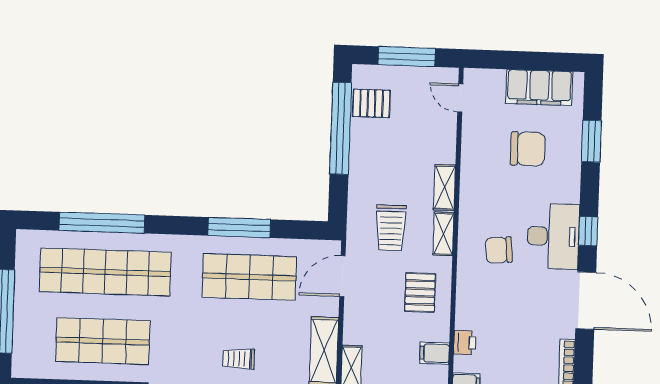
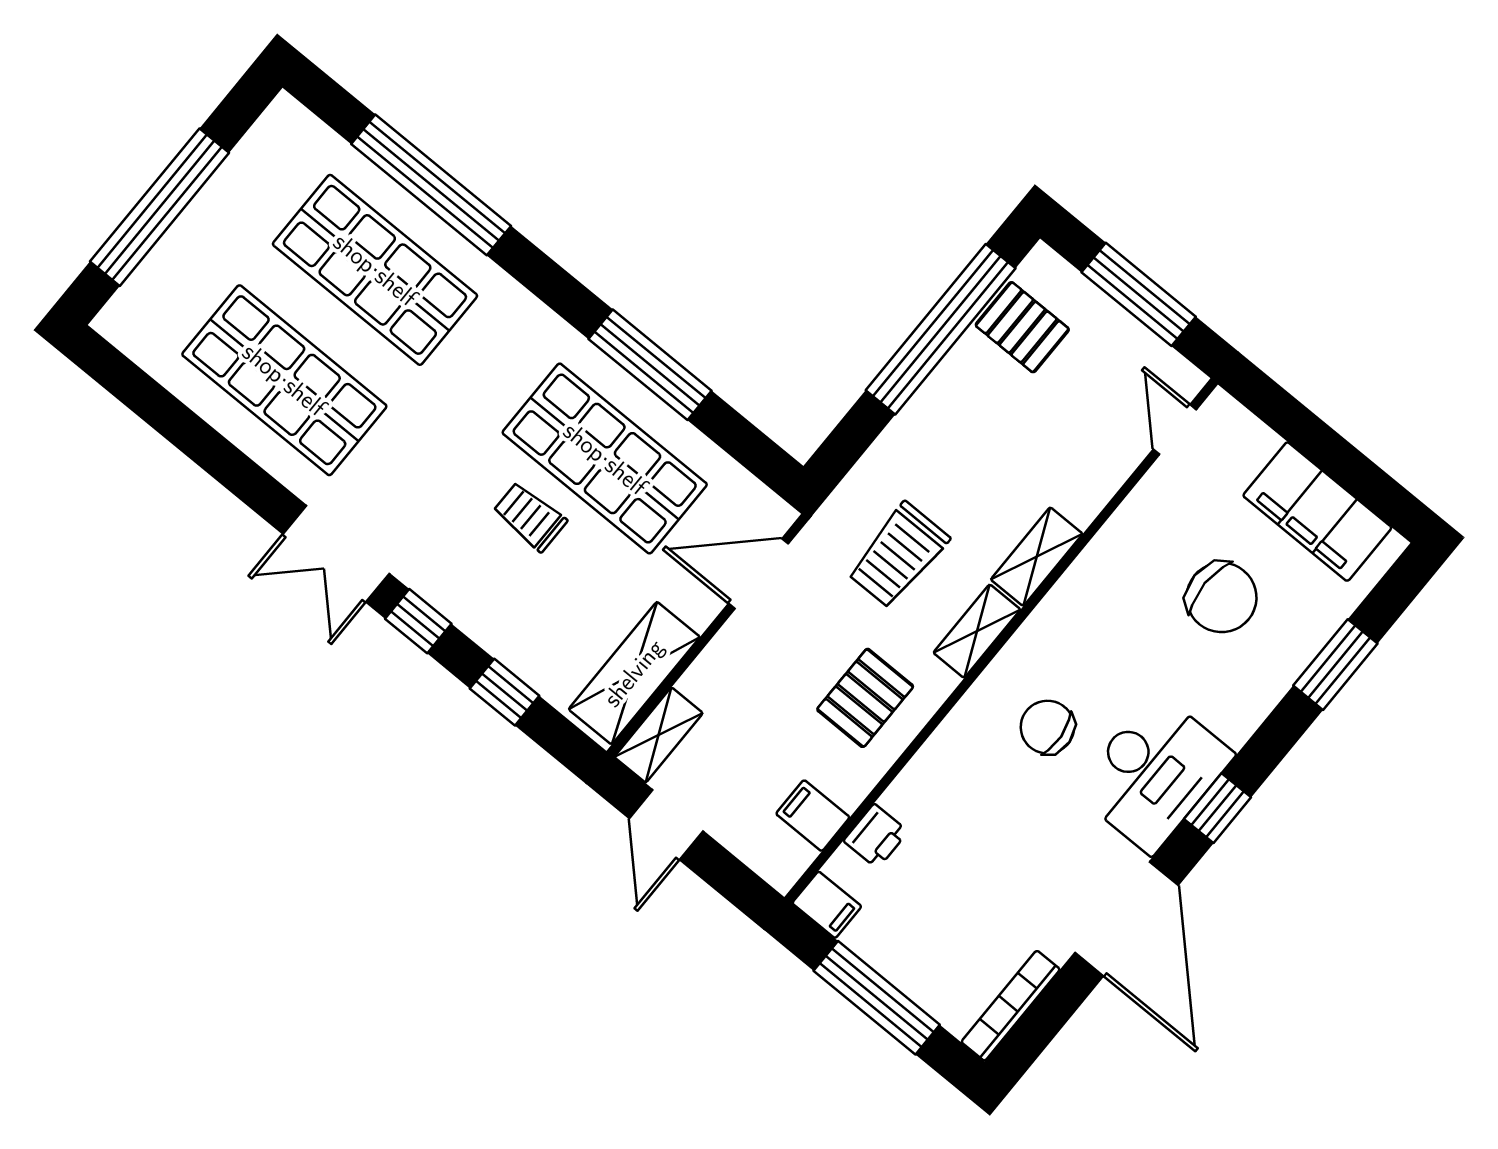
shop shelf: (105, 272) -> (375, 270), width x0.71
trolley: (239, 359) -> (530, 517), moved

